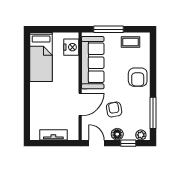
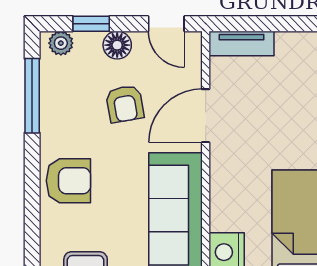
armchair: (138, 77) -> (68, 181), turned 90
tv unit: (53, 135) -> (242, 43), moved

